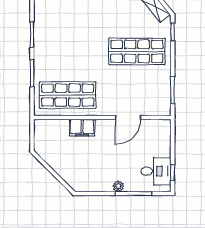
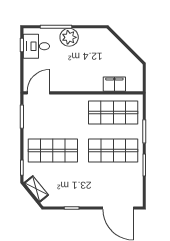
shop shelf: (68, 51) -> (113, 150), added
door: (128, 118) -> (38, 93), moved
filing cabinet: (82, 128) -> (114, 84), moved
plant: (118, 186) -> (69, 37), width x1.88, depth x1.88

